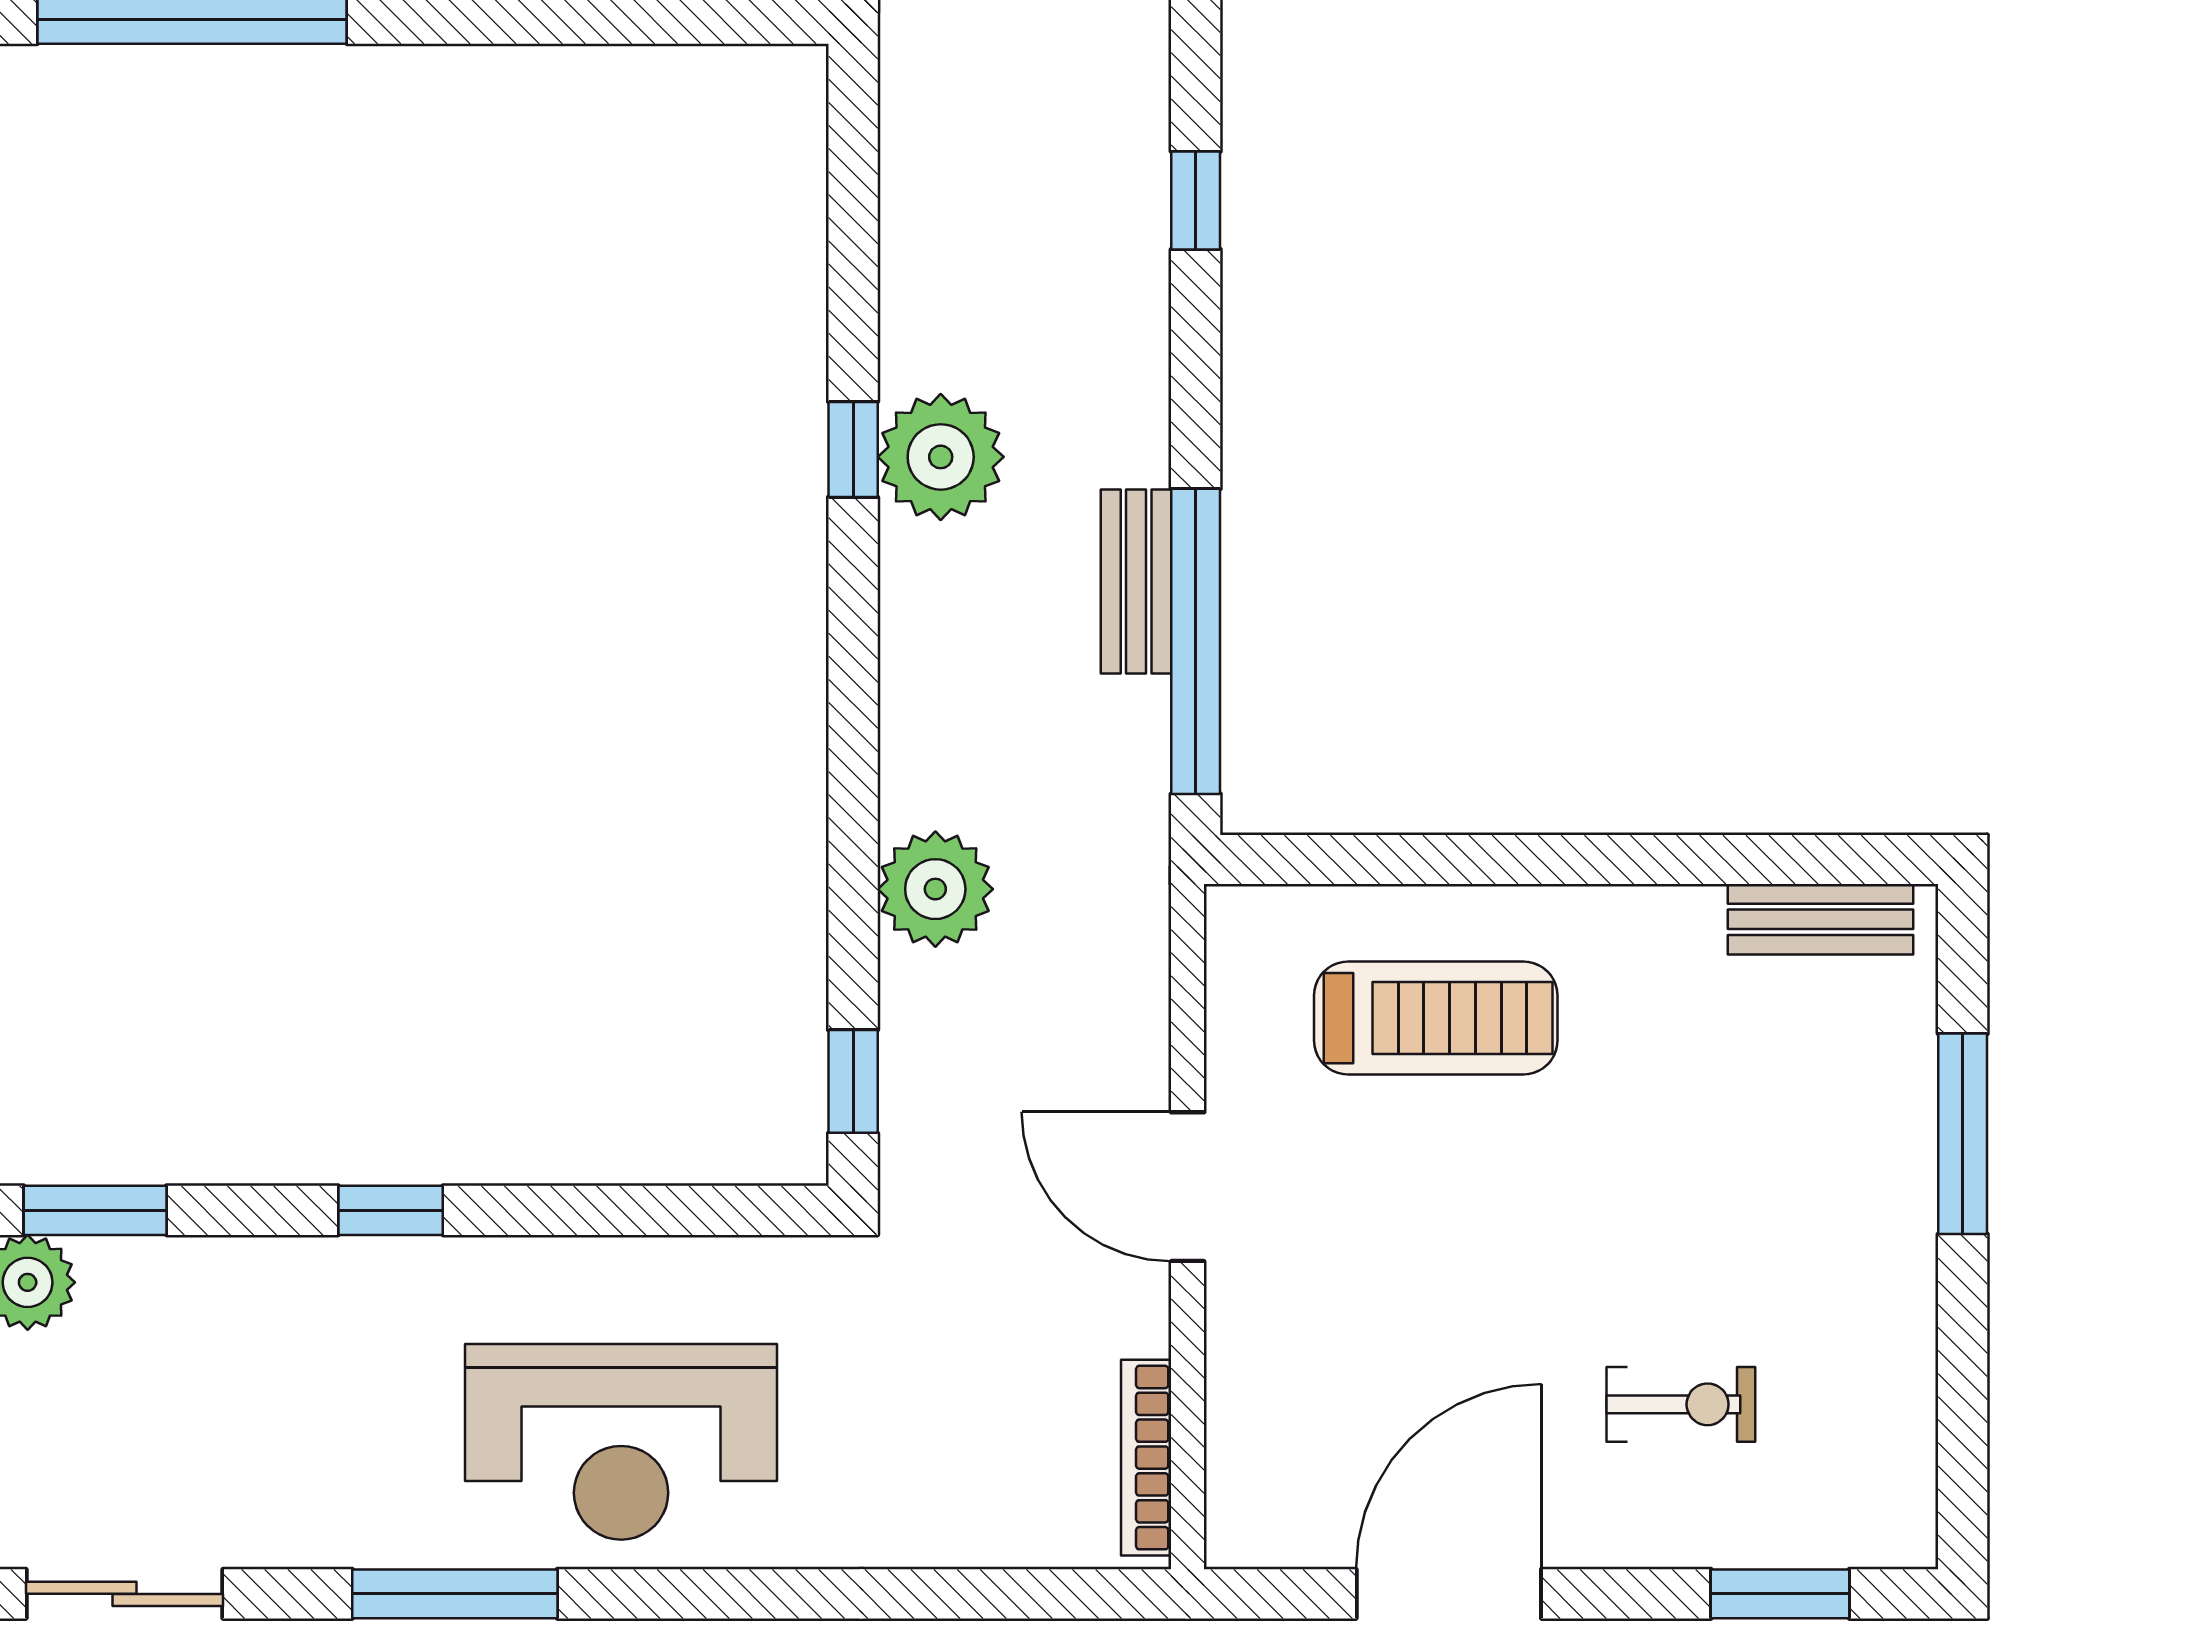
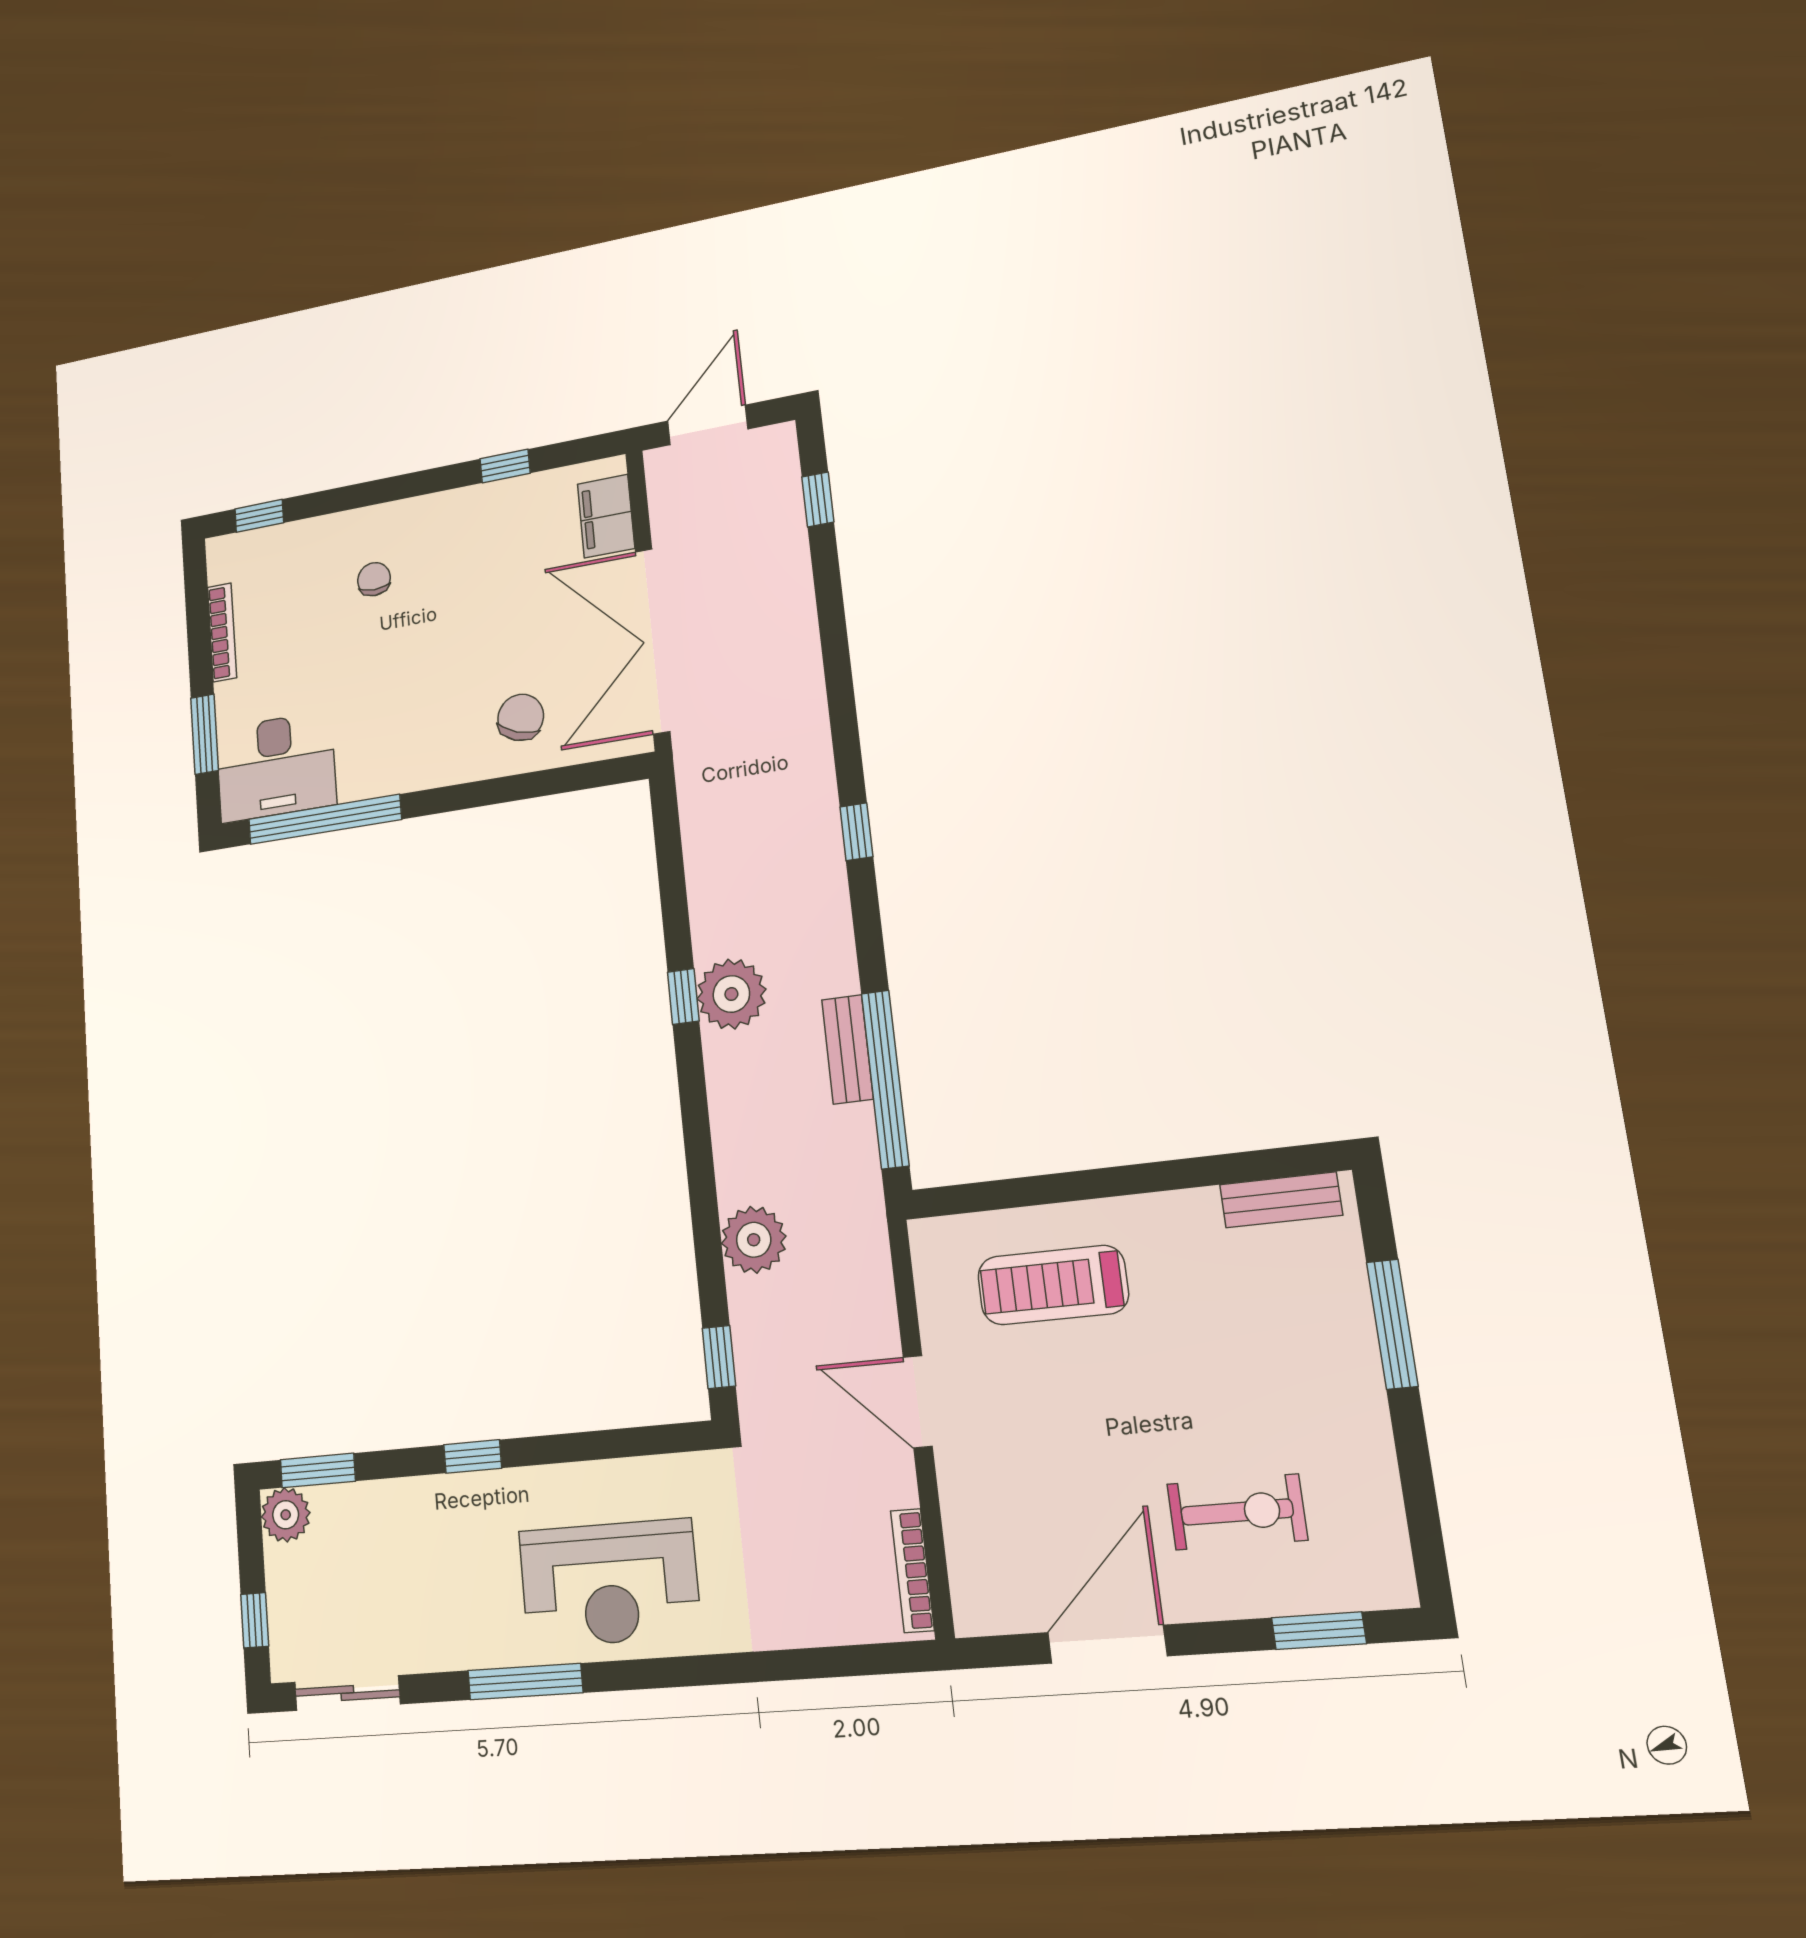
treadmill: (1436, 1018) -> (1053, 1285), turned 180
exercise bike: (1681, 1404) -> (1237, 1512), width x1.38, depth x1.39

